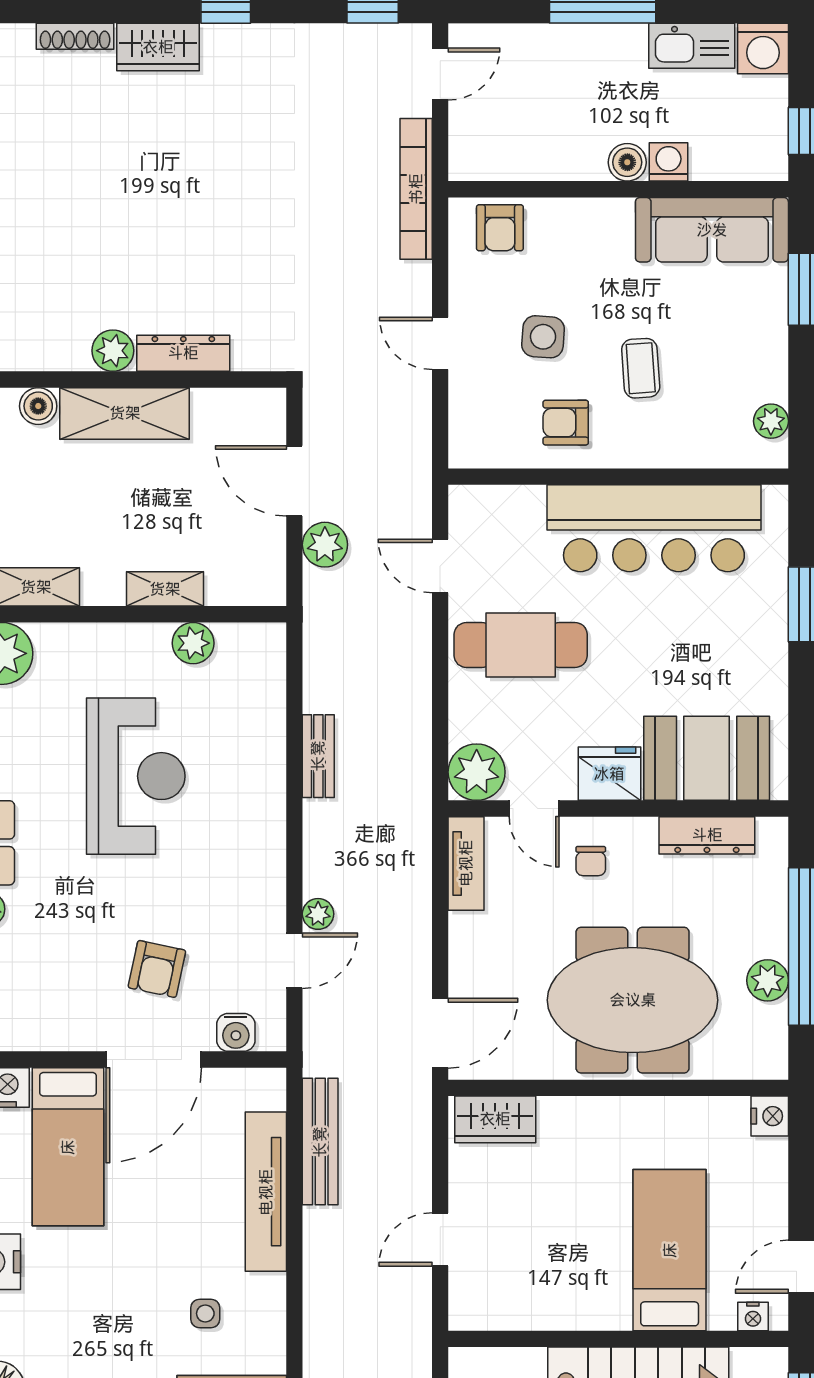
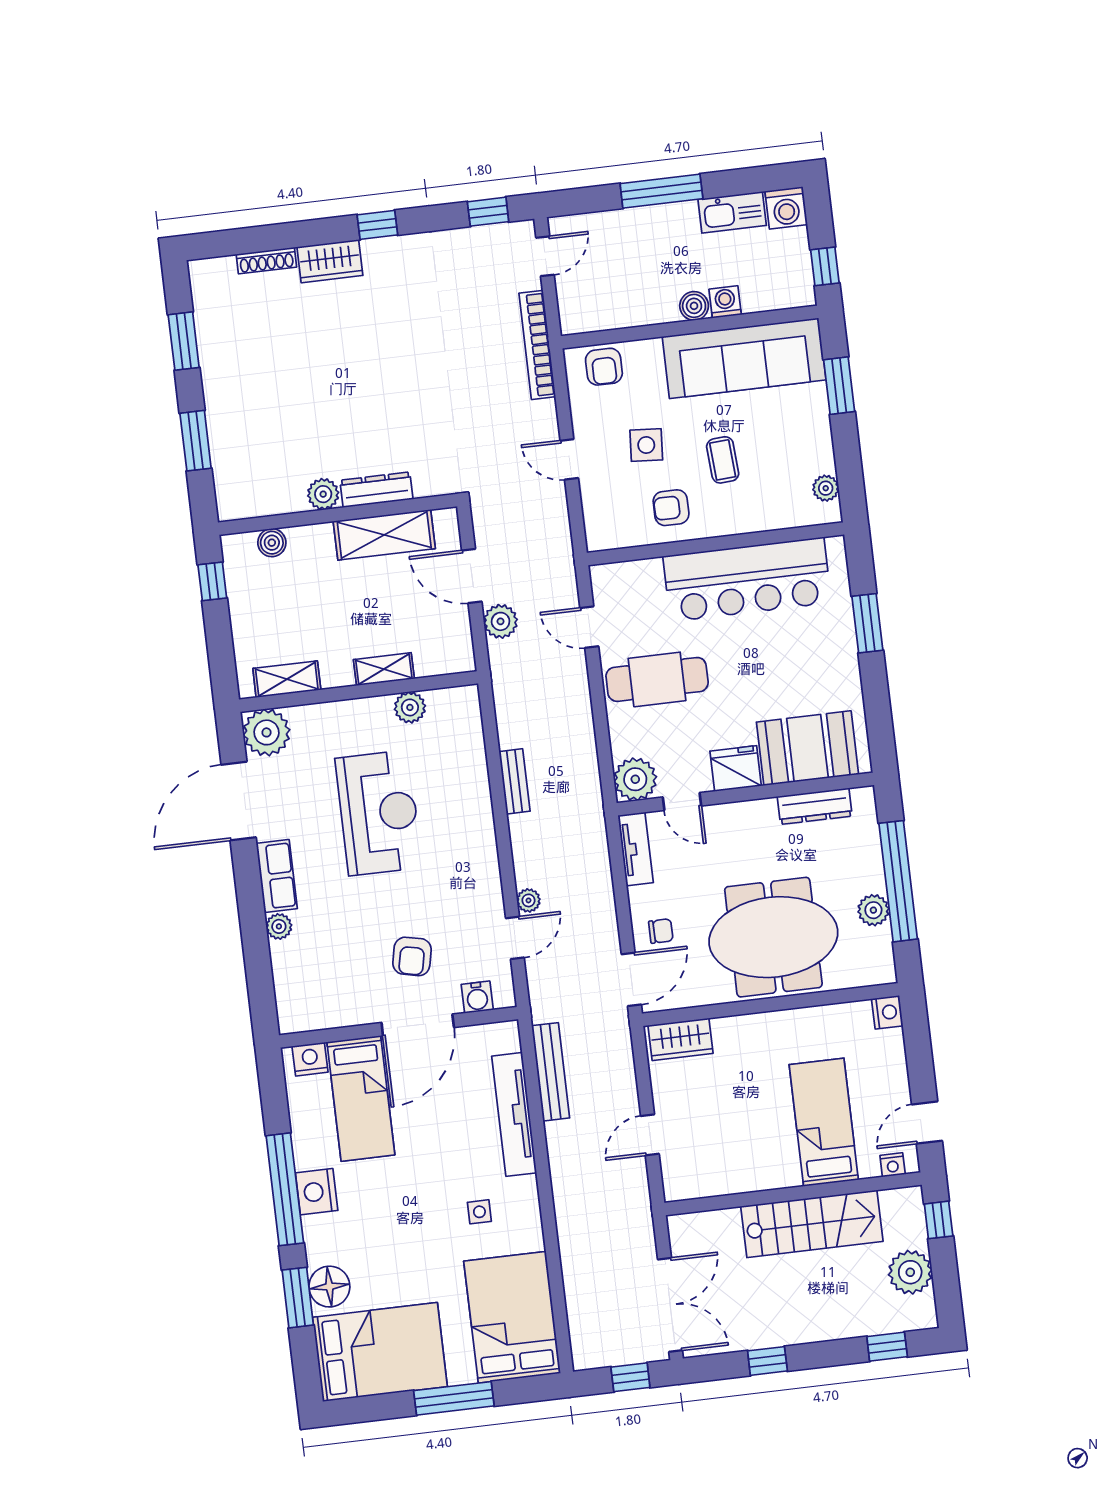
sofa: (712, 230) -> (744, 358), width x1.36, depth x1.27
shelving: (125, 413) -> (384, 535), moved
chair: (591, 861) -> (661, 931), moved, turned -90

